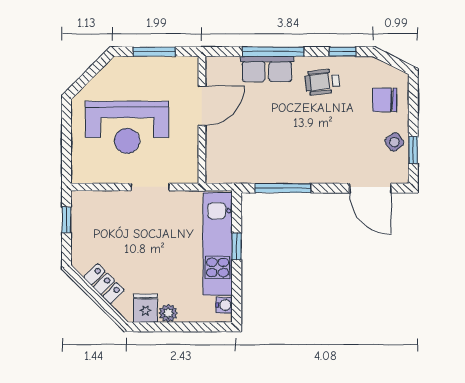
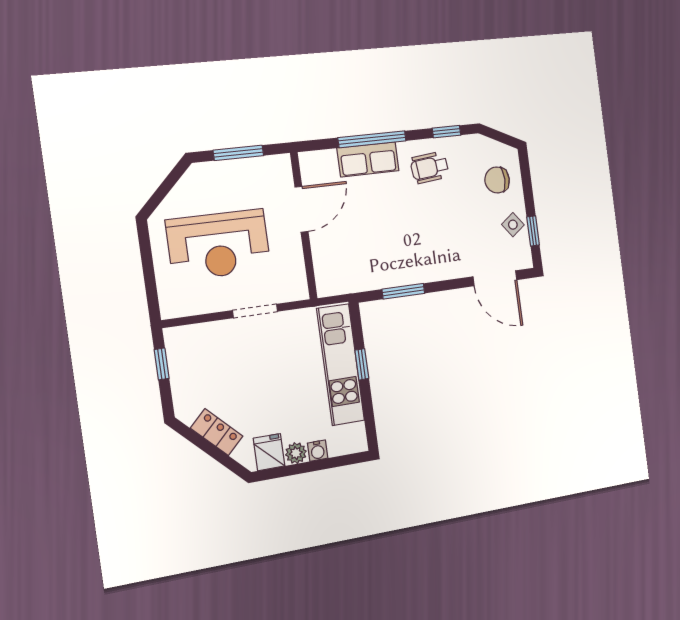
window: (283, 188) -> (403, 291), width x0.69
water cooler: (224, 305) -> (318, 451), moved, turned 90

